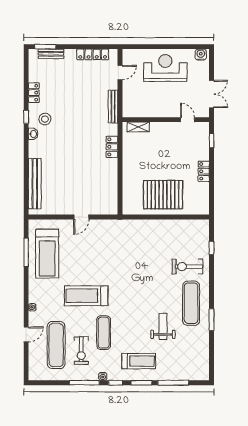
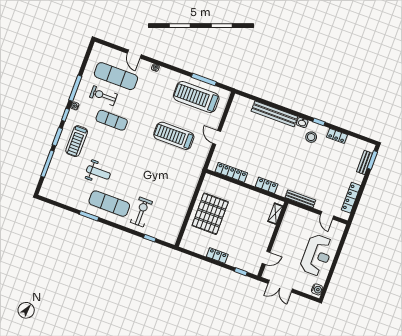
bench: (35, 184) -> (274, 114), moved
locker: (112, 188) -> (231, 172), added
treadmill: (86, 296) -> (174, 136), moved, turned -90

